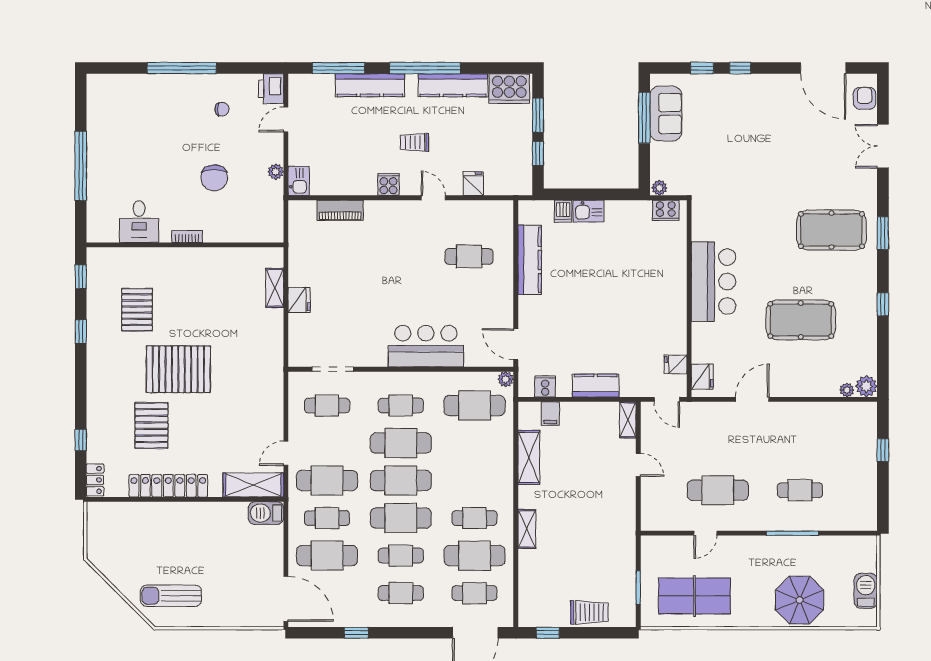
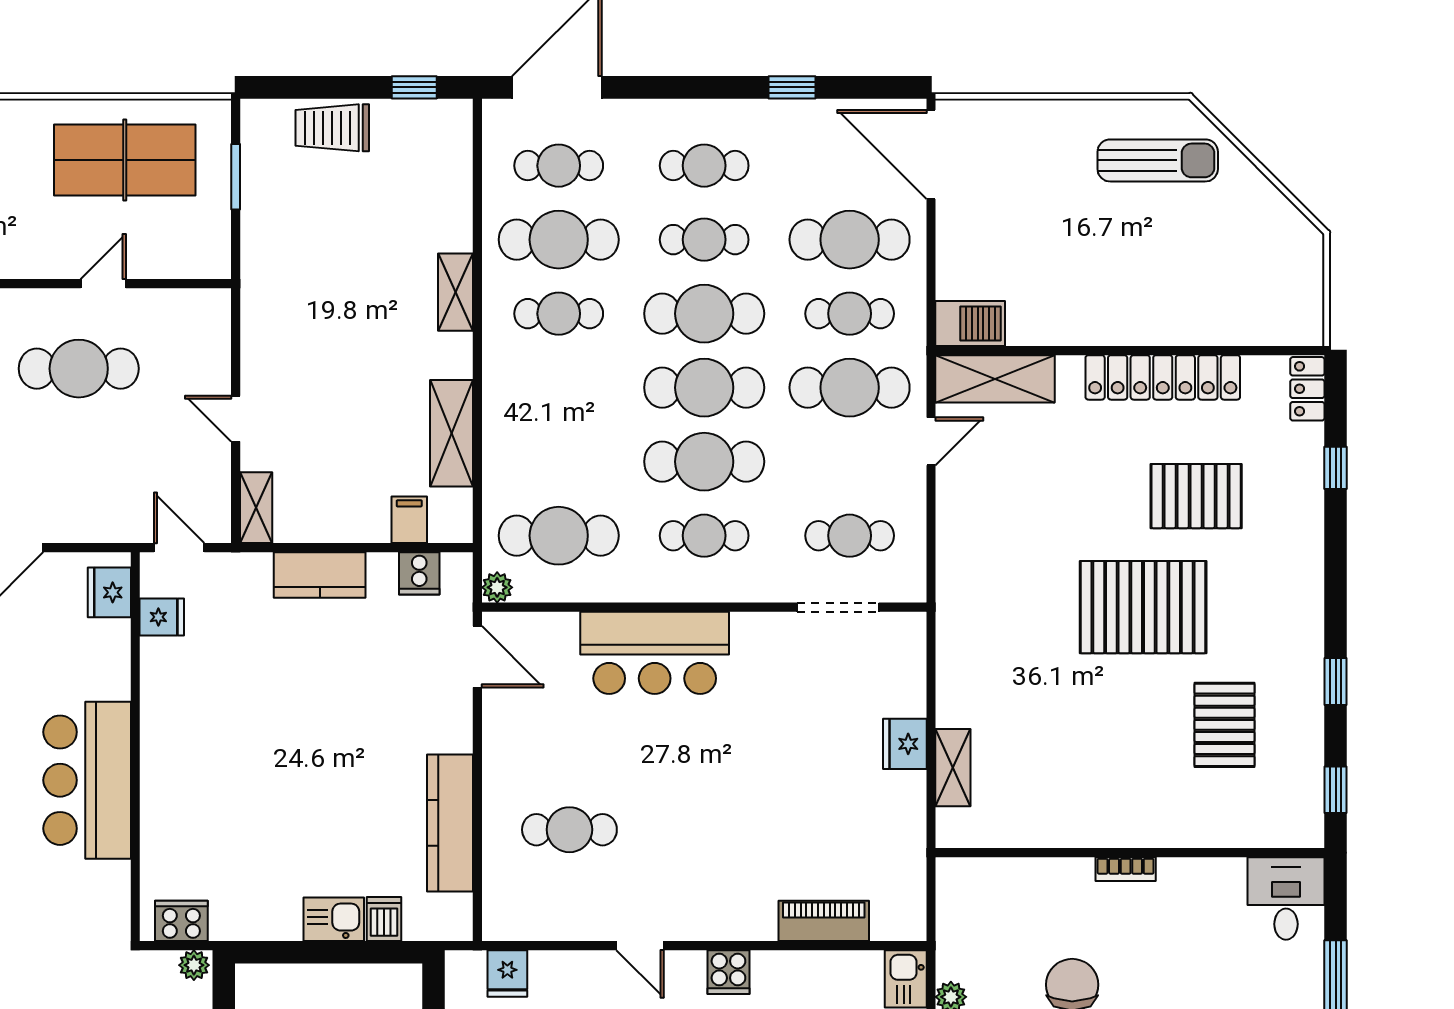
fridge: (473, 184) -> (507, 974), moved
desk: (139, 222) -> (1286, 898), moved
pallet: (151, 426) -> (1196, 496), turned 90

